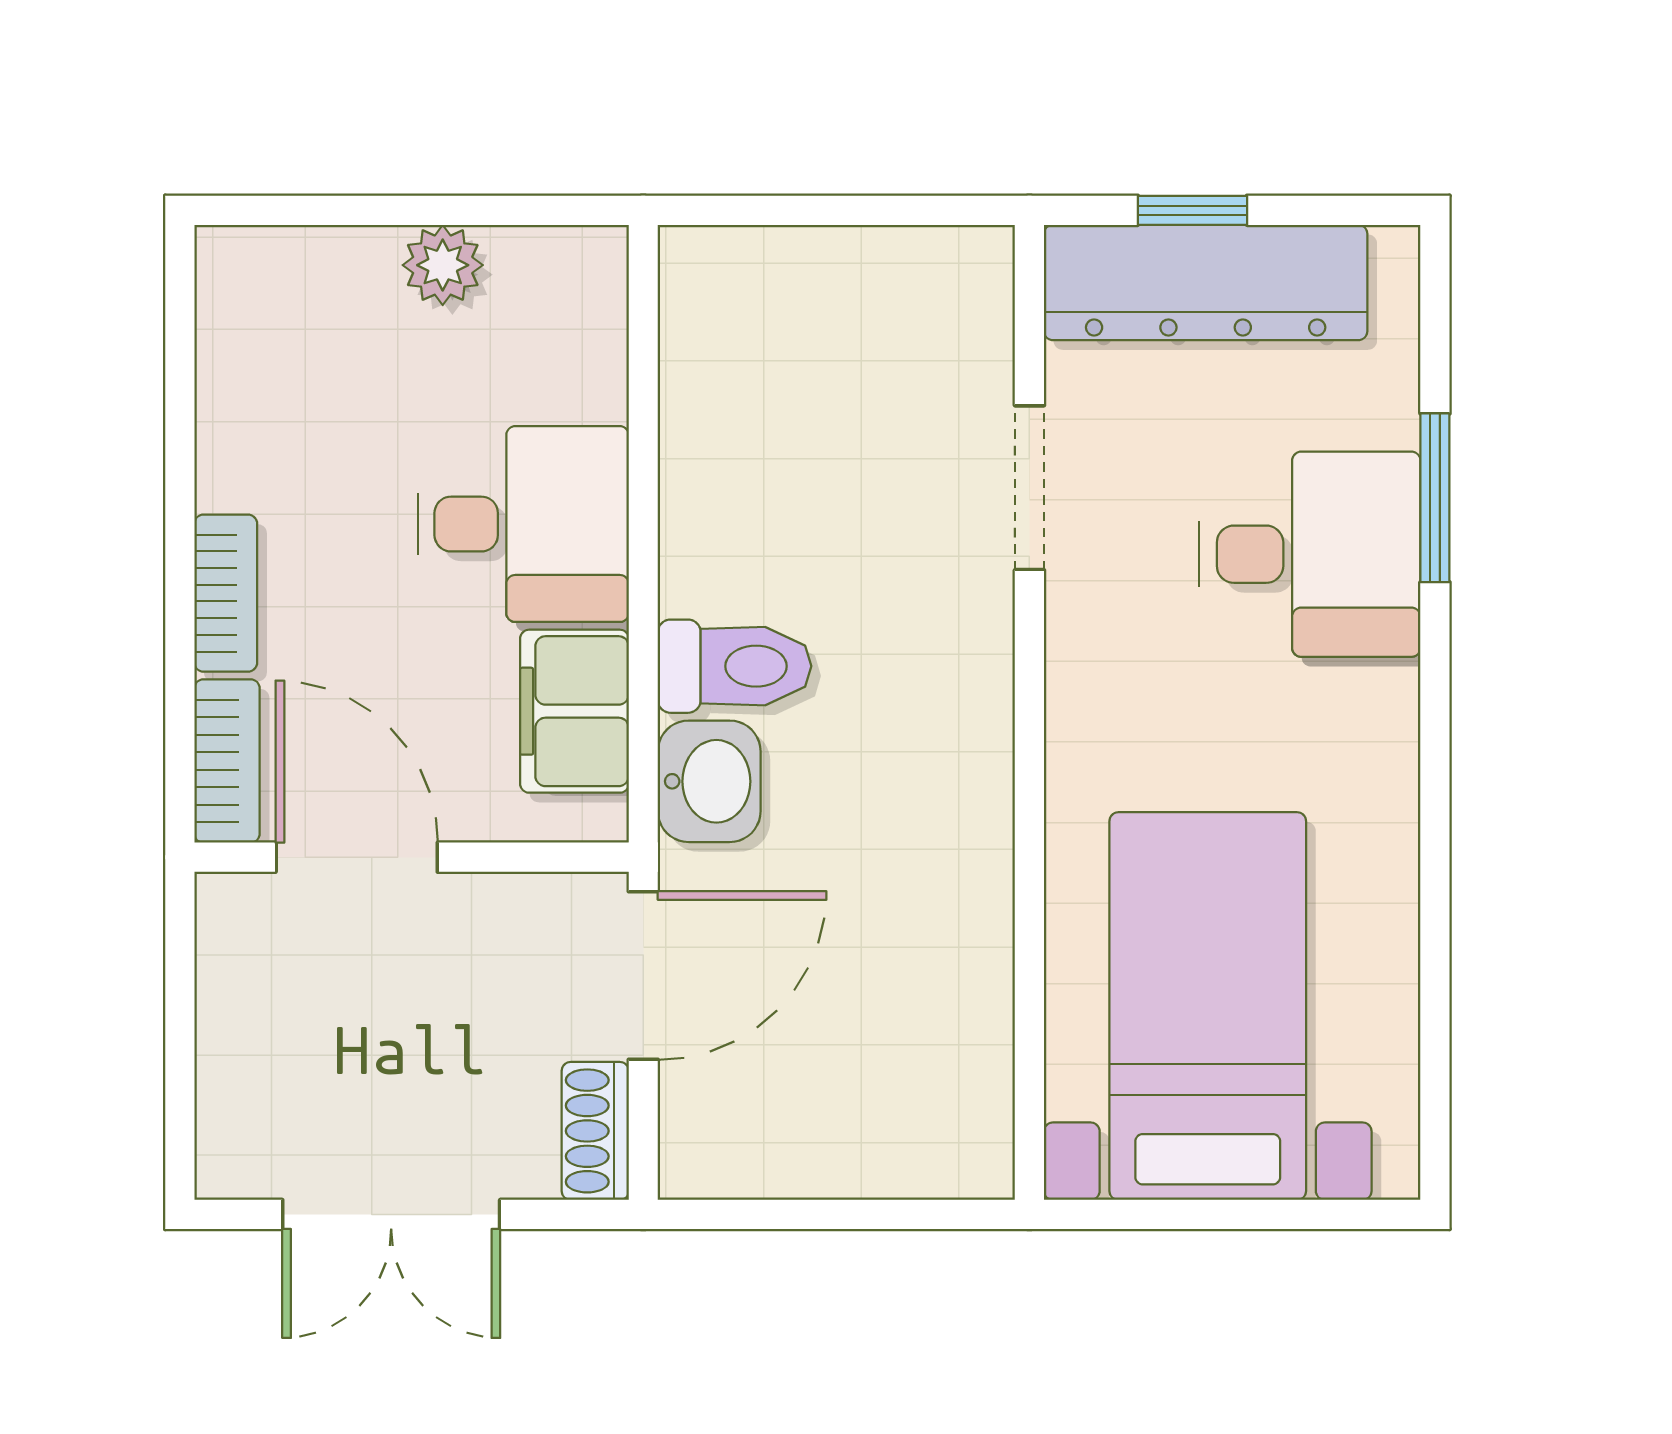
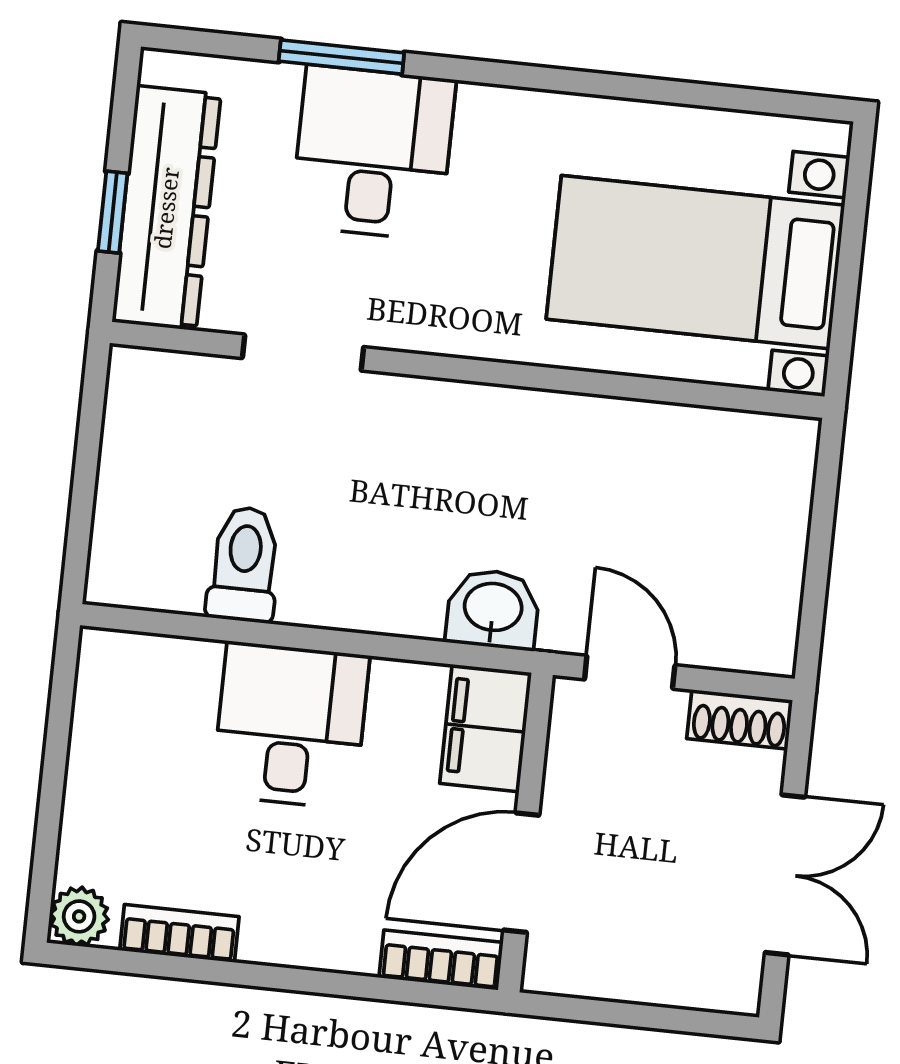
plant: (443, 265) -> (79, 916), moved
bookcase: (226, 593) -> (179, 933), moved
toilet: (735, 666) -> (244, 564), moved
filing cabinet: (574, 711) -> (486, 728), moved, turned 90
door: (643, 976) -> (630, 672), width x0.73

